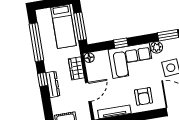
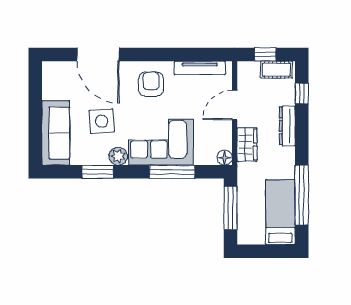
bed: (63, 26) -> (280, 212), moved
window: (121, 43) -> (172, 172), width x2.17
window: (43, 79) -> (302, 93), moved

